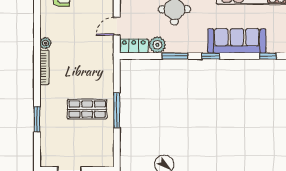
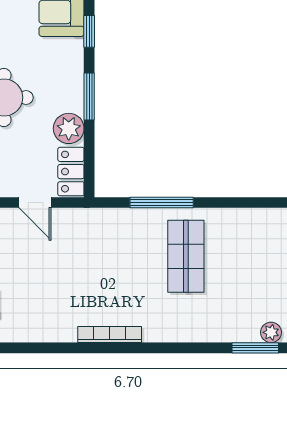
plant: (45, 43) -> (271, 332), moved
window: (117, 110) -> (162, 203), moved
window: (37, 119) -> (255, 348), moved

